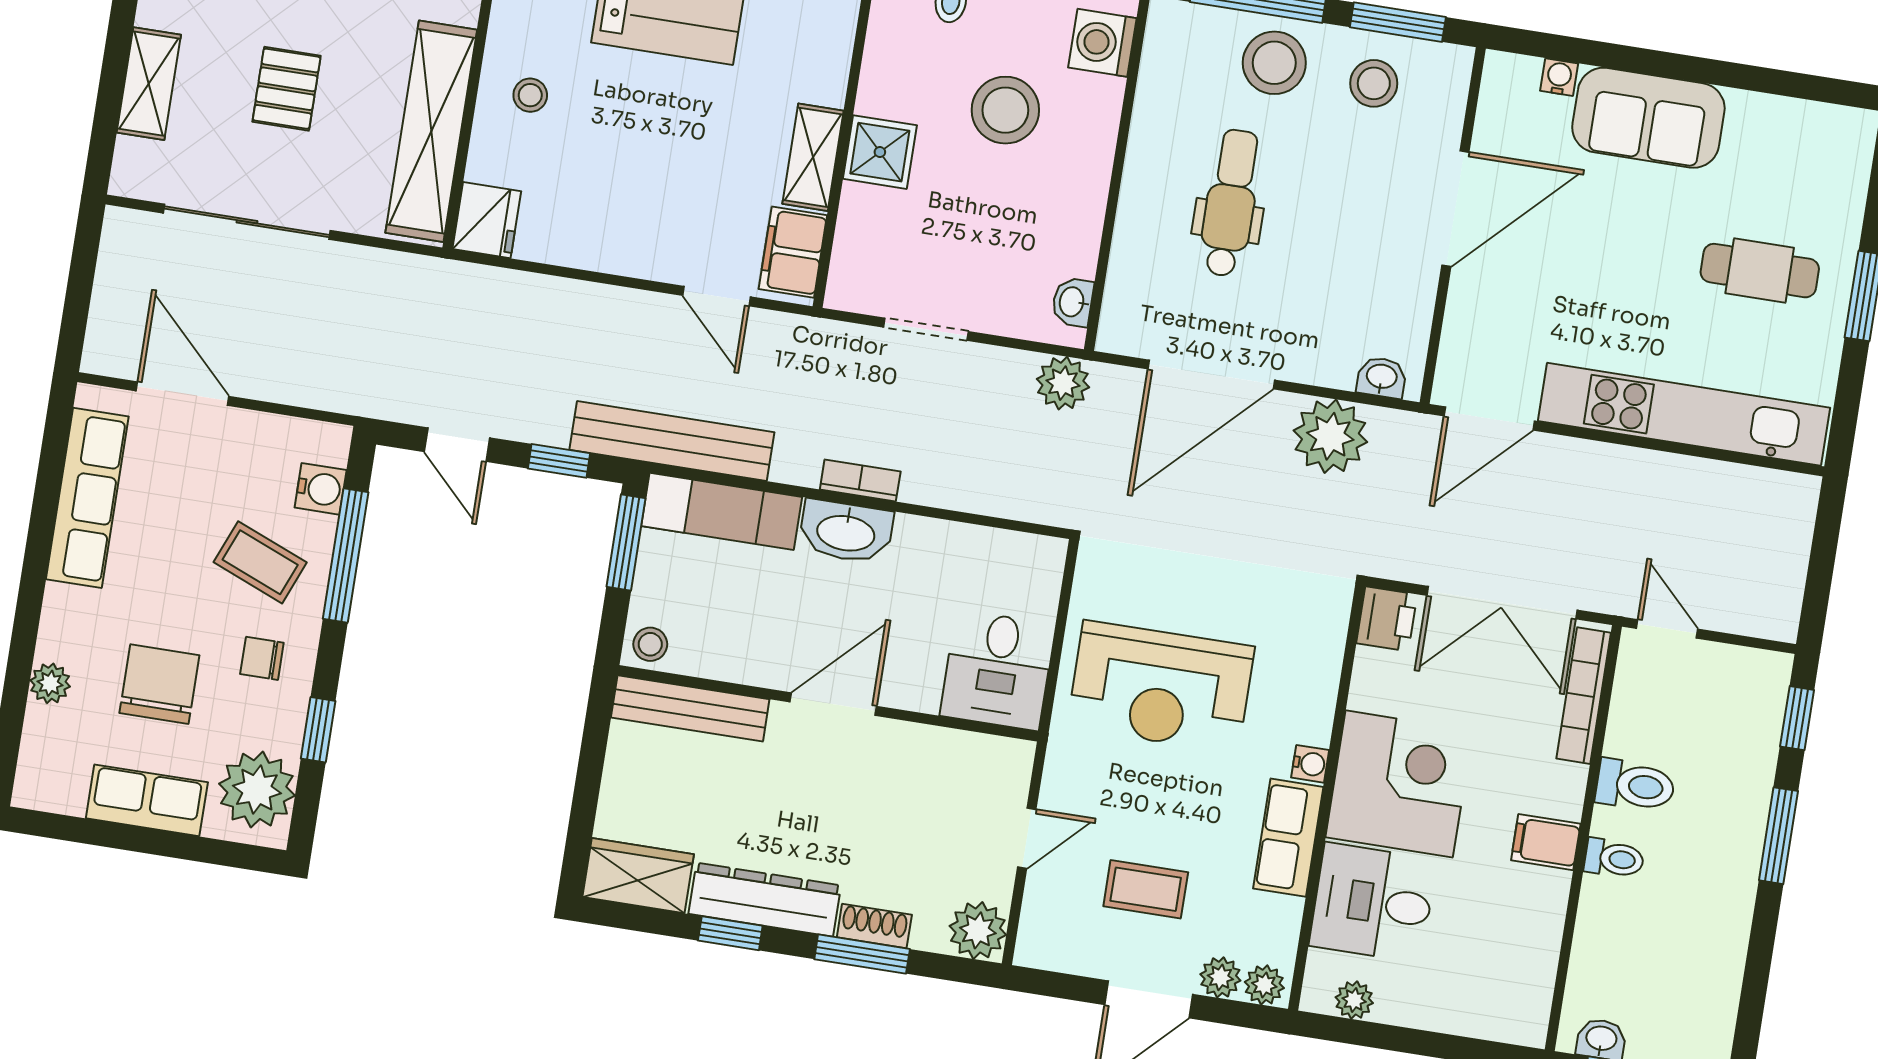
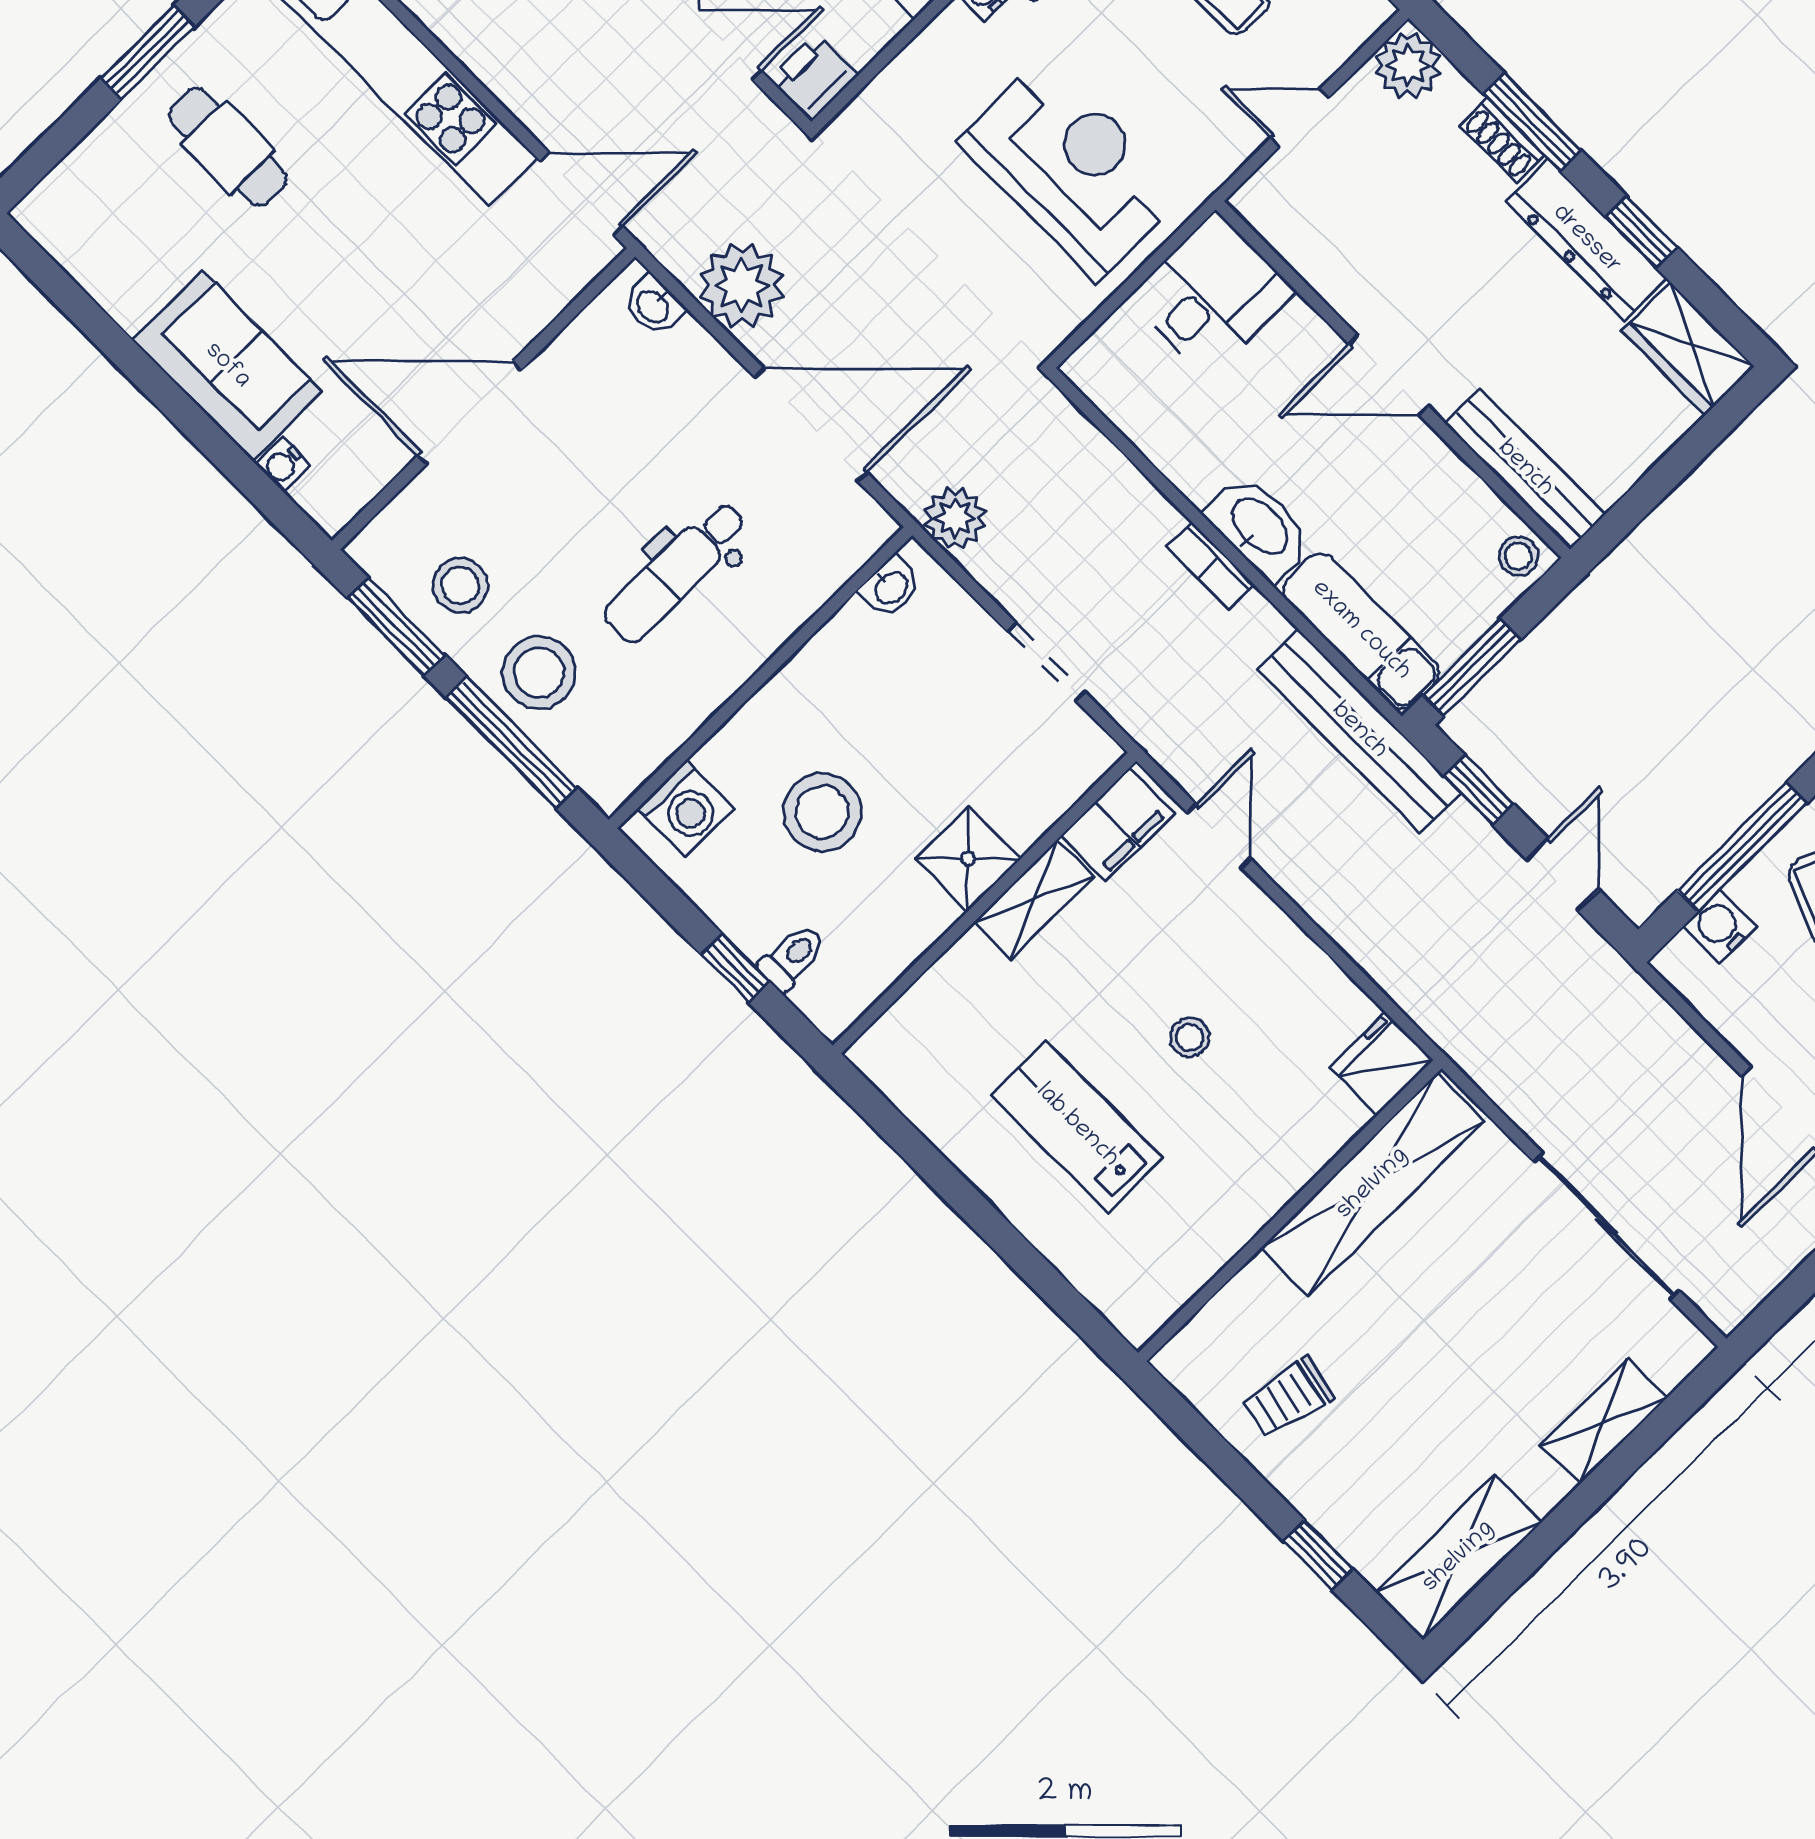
pallet: (287, 89) -> (1478, 1323), removed
stool: (530, 95) -> (1190, 1037), moved

